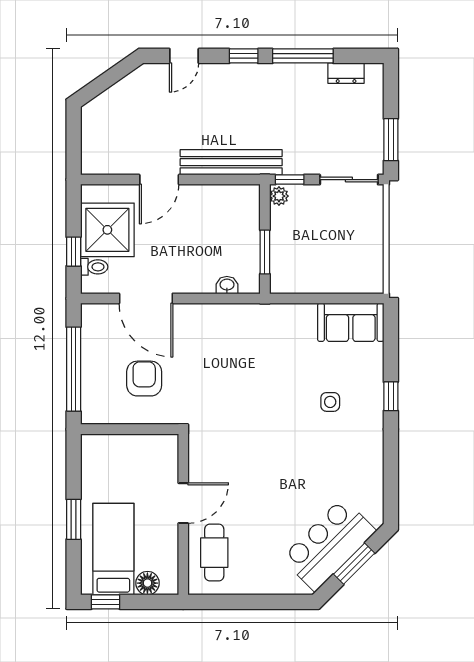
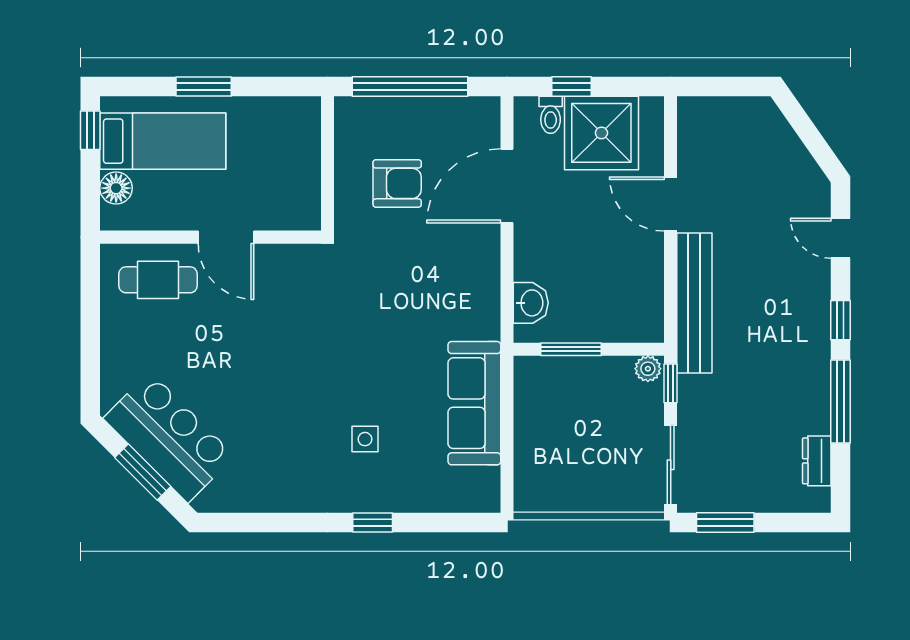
washbasin: (227, 285) -> (531, 303), width x1.38, depth x1.45
sofa: (351, 322) -> (474, 403), moved, width x1.36

